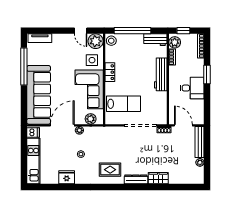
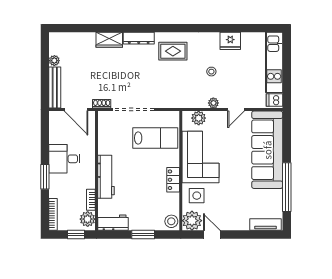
window: (133, 31) -> (143, 235), width x0.47
lab bench: (123, 104) -> (155, 138), turned 180
door: (62, 125) -> (236, 110), width x0.53

